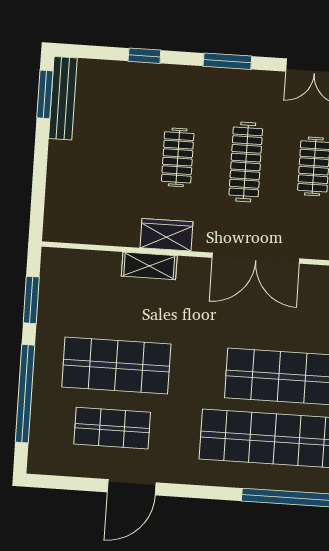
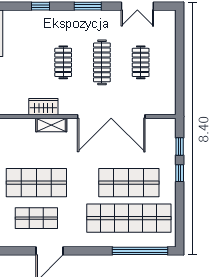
wardrobe: (166, 235) -> (43, 107), moved
double door: (256, 258) -> (111, 116), width x1.36

